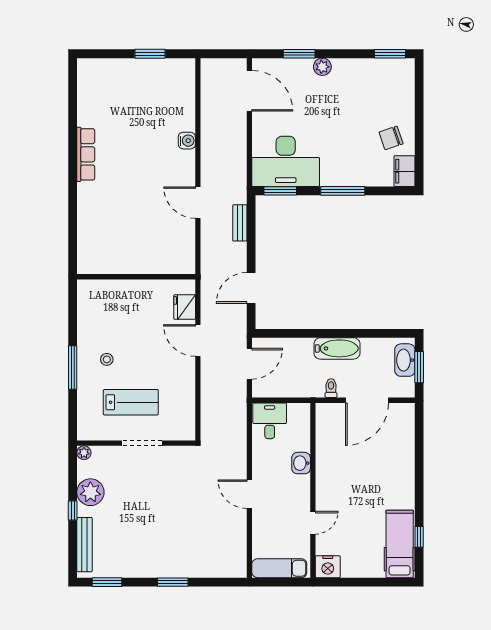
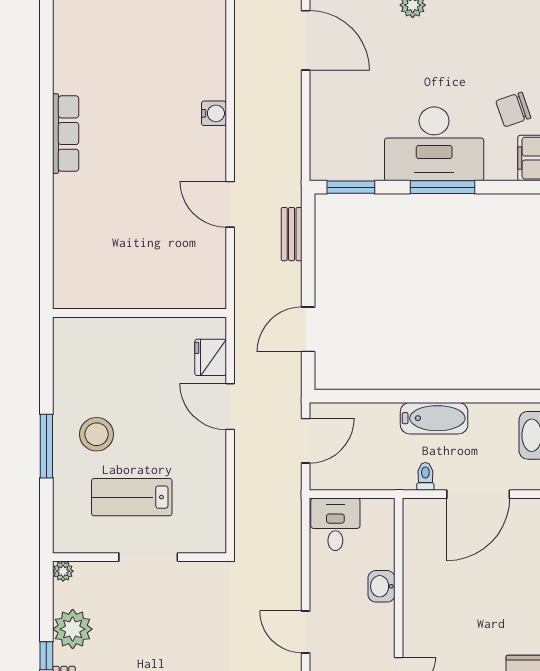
desk: (286, 161) -> (434, 144), moved
stool: (107, 359) -> (97, 434), width x1.89, depth x1.89
lab bench: (131, 402) -> (132, 497), turned 180

